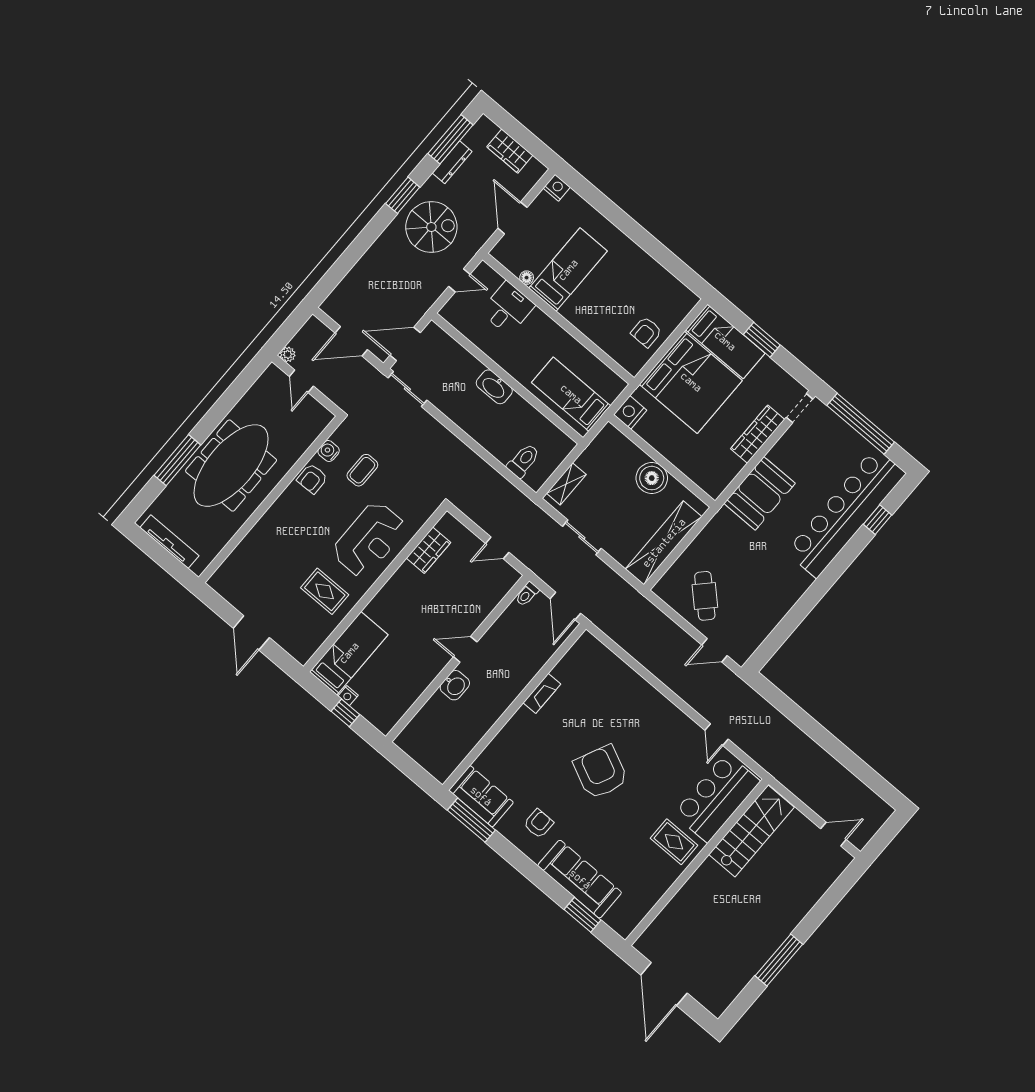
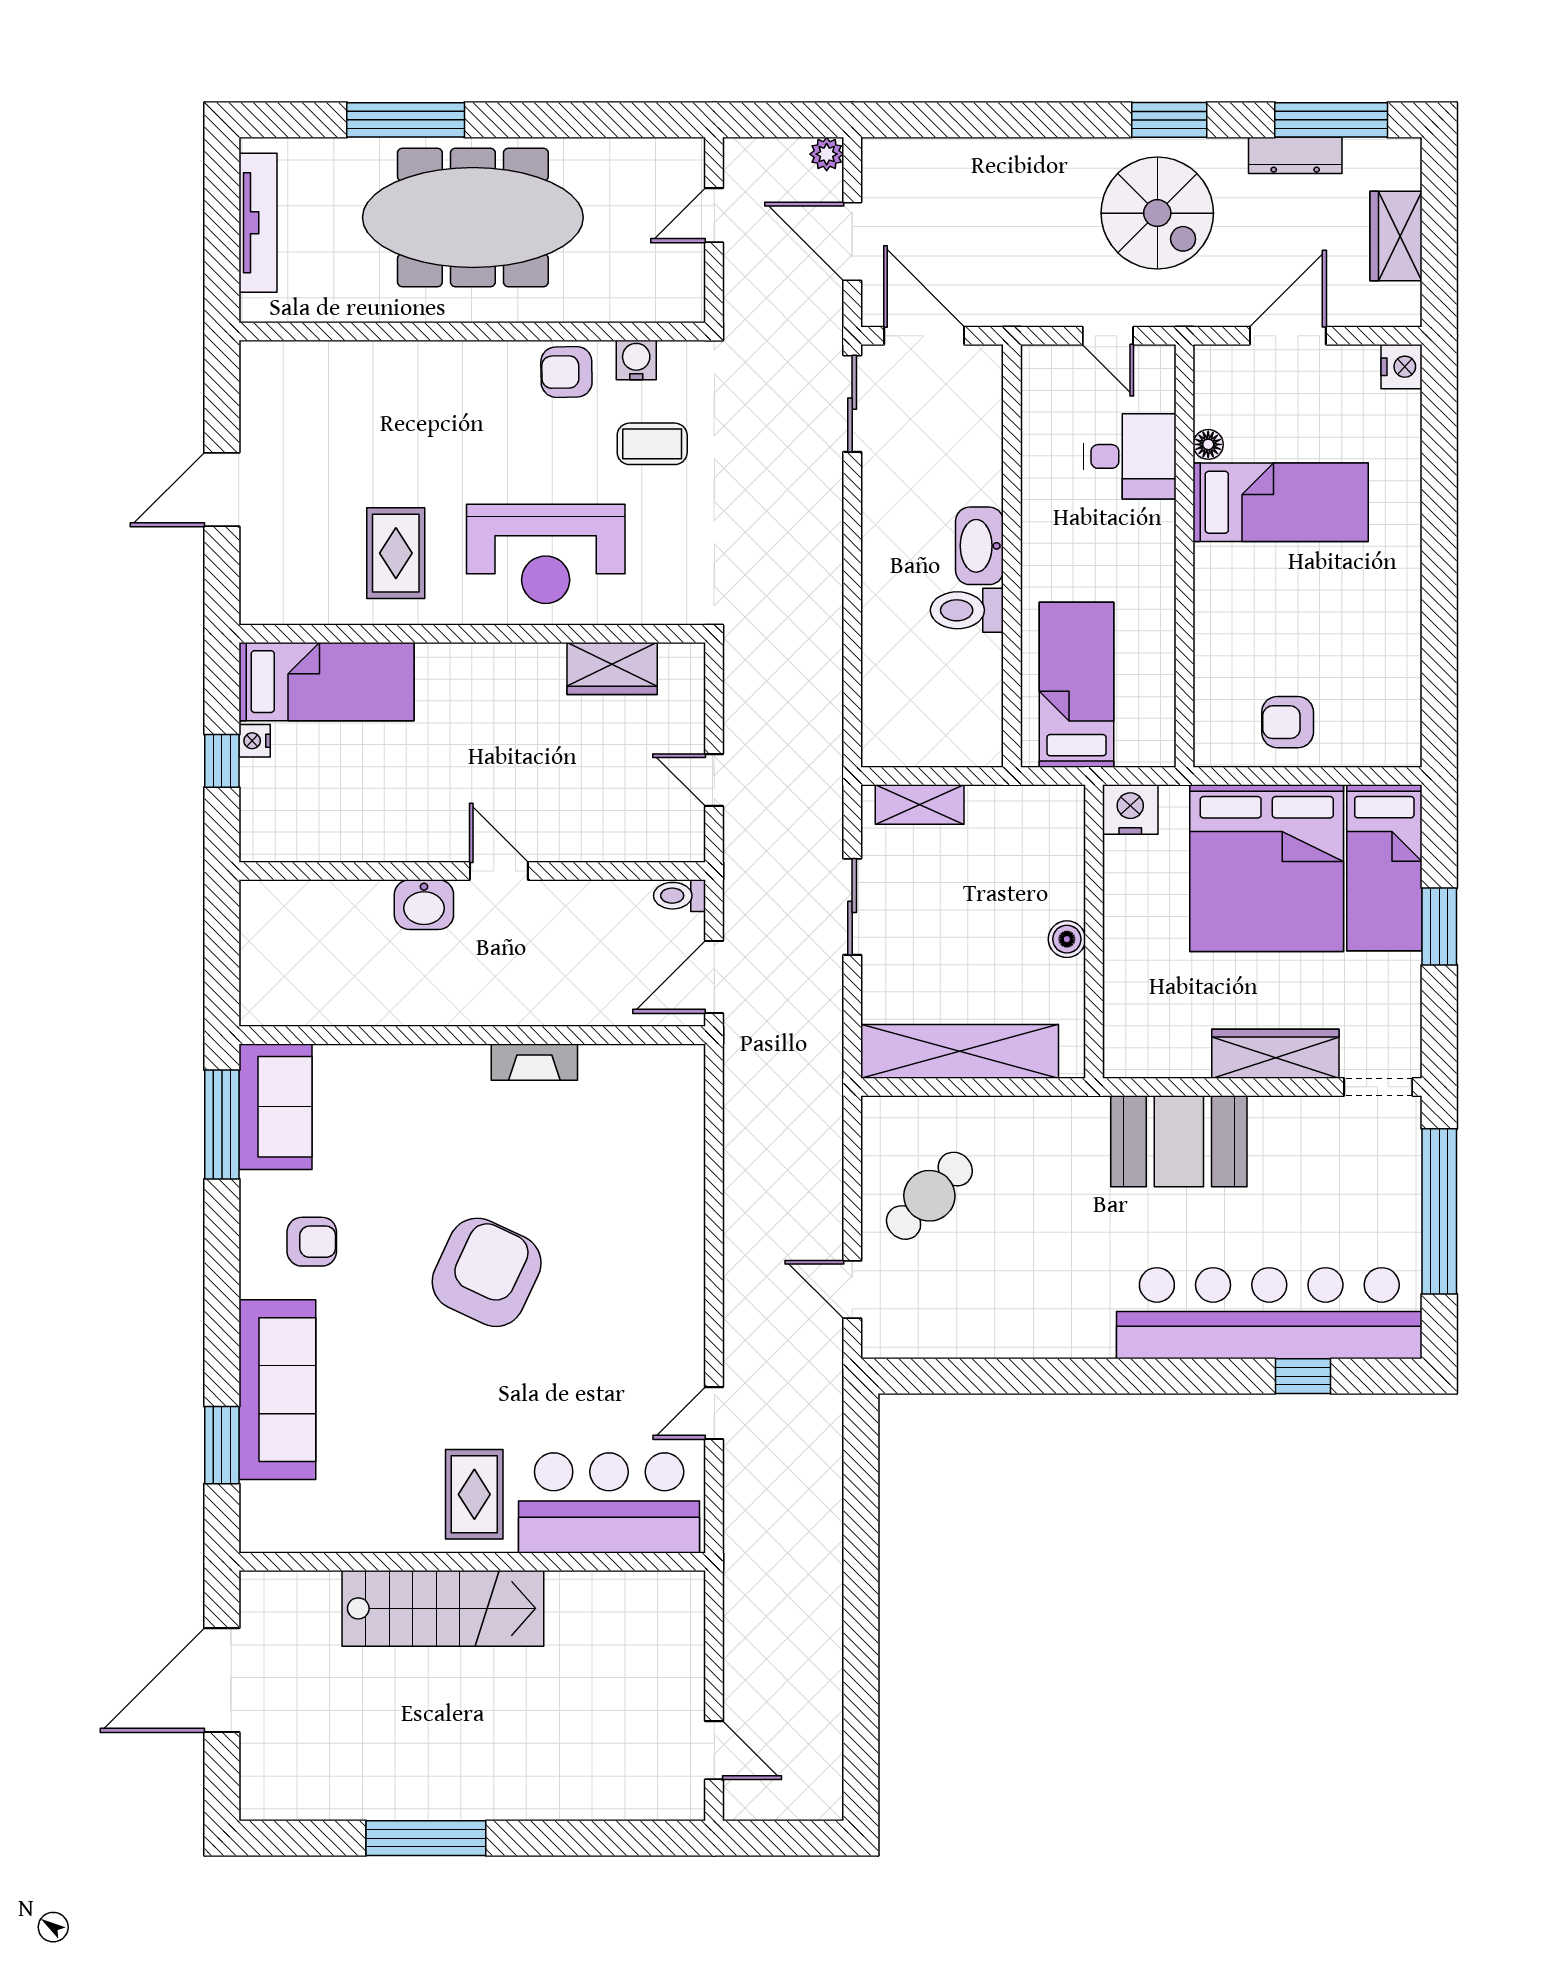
plant: (288, 354) -> (827, 154), moved
toilet: (523, 461) -> (967, 610), moved, turned 180
boiler: (652, 478) -> (1067, 939), width x0.54, depth x0.54
stairs: (751, 831) -> (443, 1608), moved

